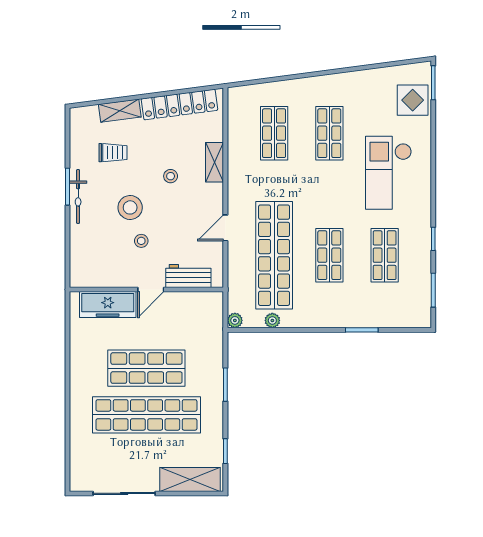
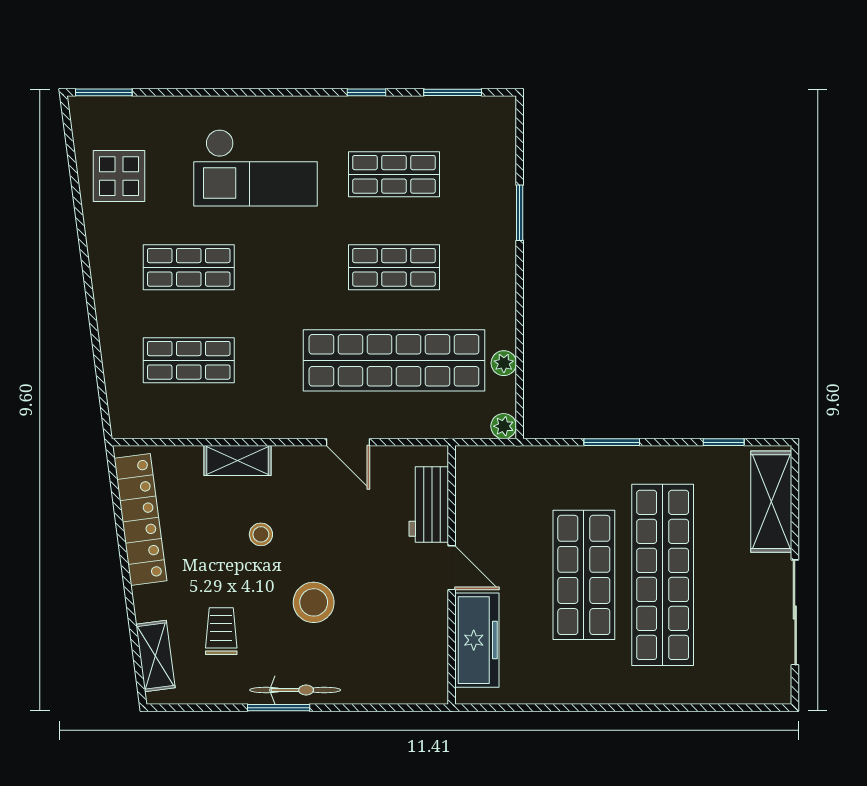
display table: (413, 100) -> (119, 176), moved
shelving: (120, 111) -> (155, 656), moved
stool: (141, 241) -> (370, 584), removed

